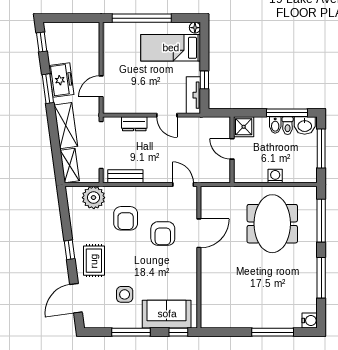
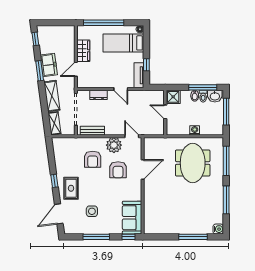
wardrobe: (112, 59) -> (83, 51), added
plant: (94, 198) -> (114, 145), moved
sofa: (167, 314) -> (132, 218), moved, turned -90

